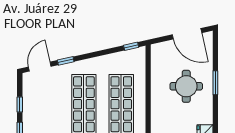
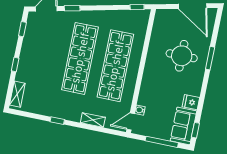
window: (20, 104) -> (22, 29), moved

